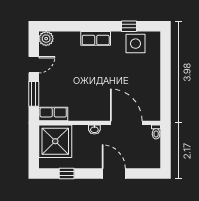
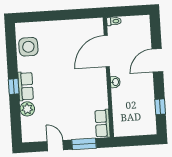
window: (129, 26) -> (14, 87), moved
plant: (46, 39) -> (27, 109), moved
shower: (55, 141) -> (129, 120), removed

